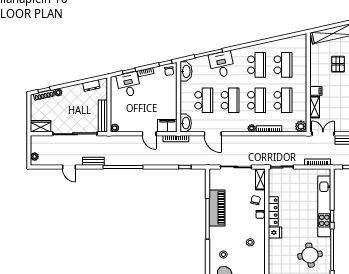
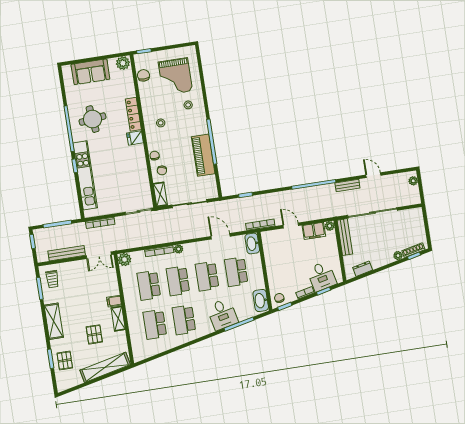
shelving: (315, 107) -> (118, 319), moved
wardrobe: (41, 126) -> (412, 215), removed
filing cabinet: (167, 126) -> (314, 231), moved
locker: (273, 211) -> (133, 114), moved

